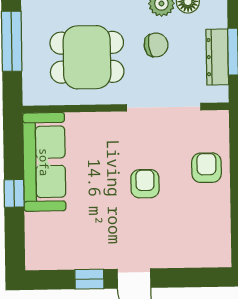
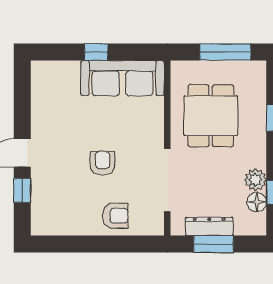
chair: (156, 45) -> (220, 175), removed
armchair: (145, 184) -> (103, 163), turned -90
window: (89, 279) -> (22, 190), moved

